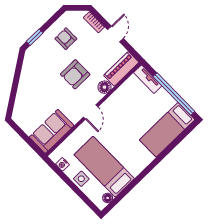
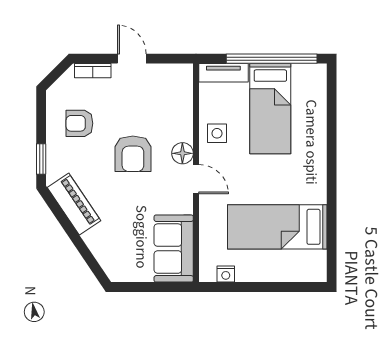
piano: (121, 69) -> (74, 204), moved, turned 146
floor lamp: (104, 87) -> (182, 153), moved
bed: (167, 130) -> (270, 109), moved
side table: (81, 179) -> (217, 133), moved
floor lamp: (108, 198) -> (319, 259), removed

